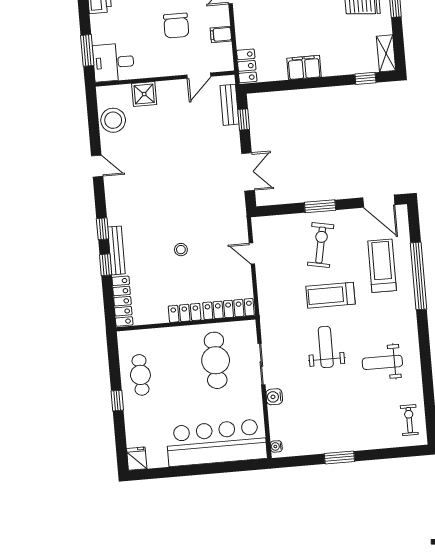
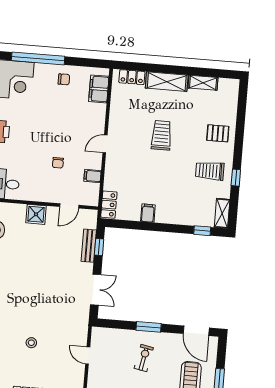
chair: (176, 26) -> (58, 163), width x0.54, depth x0.54
filing cabinet: (304, 67) -> (148, 213), width x0.50
shower: (144, 94) -> (36, 214), moved
bench: (229, 105) -> (89, 246), moved
exercise bike: (321, 245) -> (144, 358), width x0.73, depth x0.72

